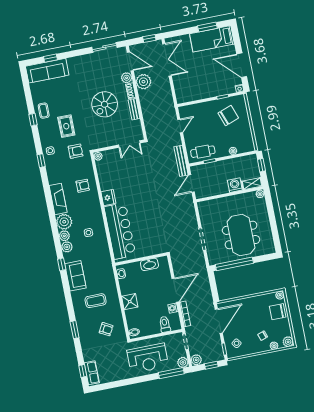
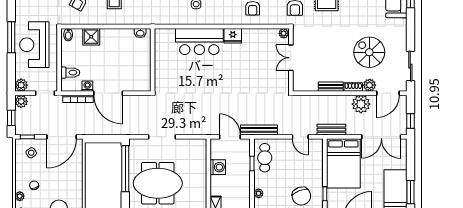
bed: (195, 86) -> (343, 163), added
bench: (169, 102) -> (331, 130), added
spiral stairs: (105, 104) -> (369, 52), moved
double door: (129, 144) -> (291, 58), moved
washing machine: (235, 185) -> (218, 167), moved
bar counter: (120, 231) -> (199, 41), width x0.73
washbasin: (149, 264) -> (144, 69), removed
shower: (130, 302) -> (91, 37), moved
door: (219, 321) -> (62, 137), hinge flipped
window: (171, 373) -> (11, 37), moved

